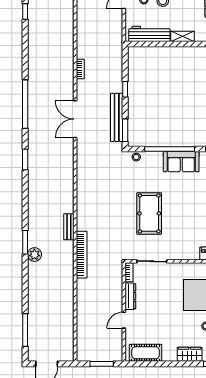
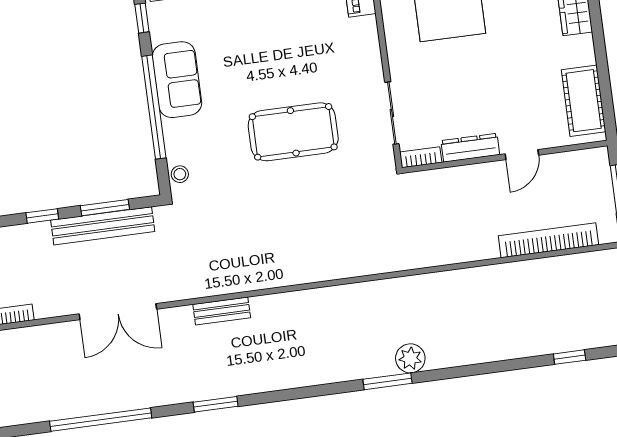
window: (125, 130) -> (105, 208), moved
bench: (69, 227) -> (222, 311), moved
bookcase: (82, 255) -> (548, 240), moved
door: (124, 320) -> (522, 155), hinge flipped
window: (25, 330) -> (570, 357), width x0.46

